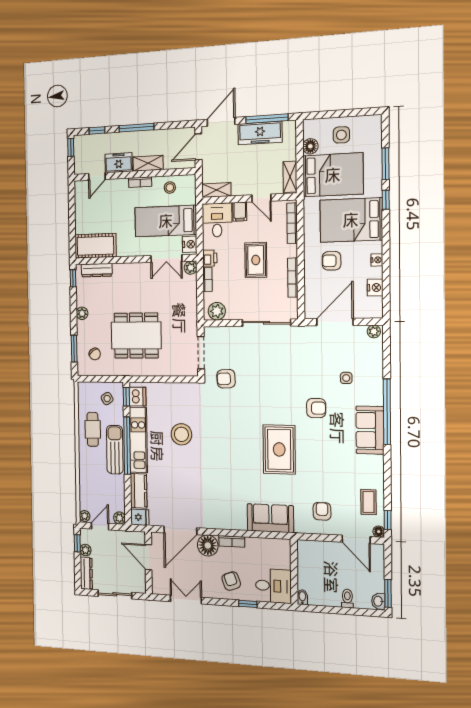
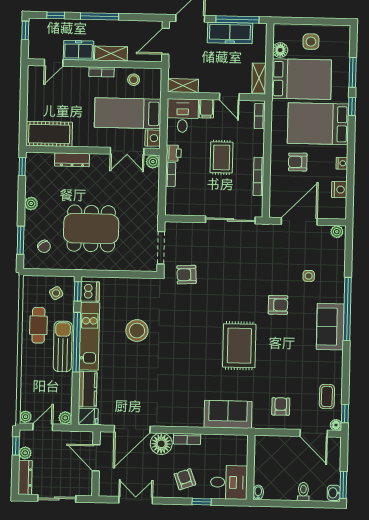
bookcase: (292, 223) -> (260, 116), width x0.64
dresser: (97, 270) -> (72, 160), moved
plant: (217, 311) -> (179, 207), removed

